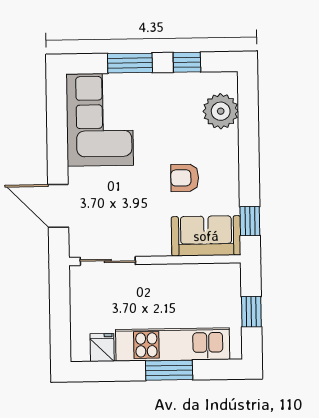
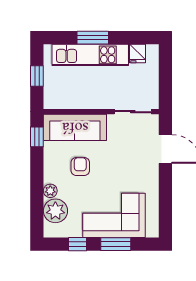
corner sofa: (100, 120) -> (114, 215), moved, turned 90
plant: (229, 141) -> (50, 191), added
armchair: (185, 178) -> (80, 167), turned -90
sofa: (206, 236) -> (75, 127), width x1.36

